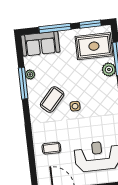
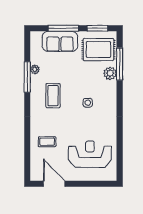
sofa: (40, 44) -> (60, 41), moved
coffee table: (52, 99) -> (53, 96), turned -42
side table: (75, 106) -> (88, 103), moved

